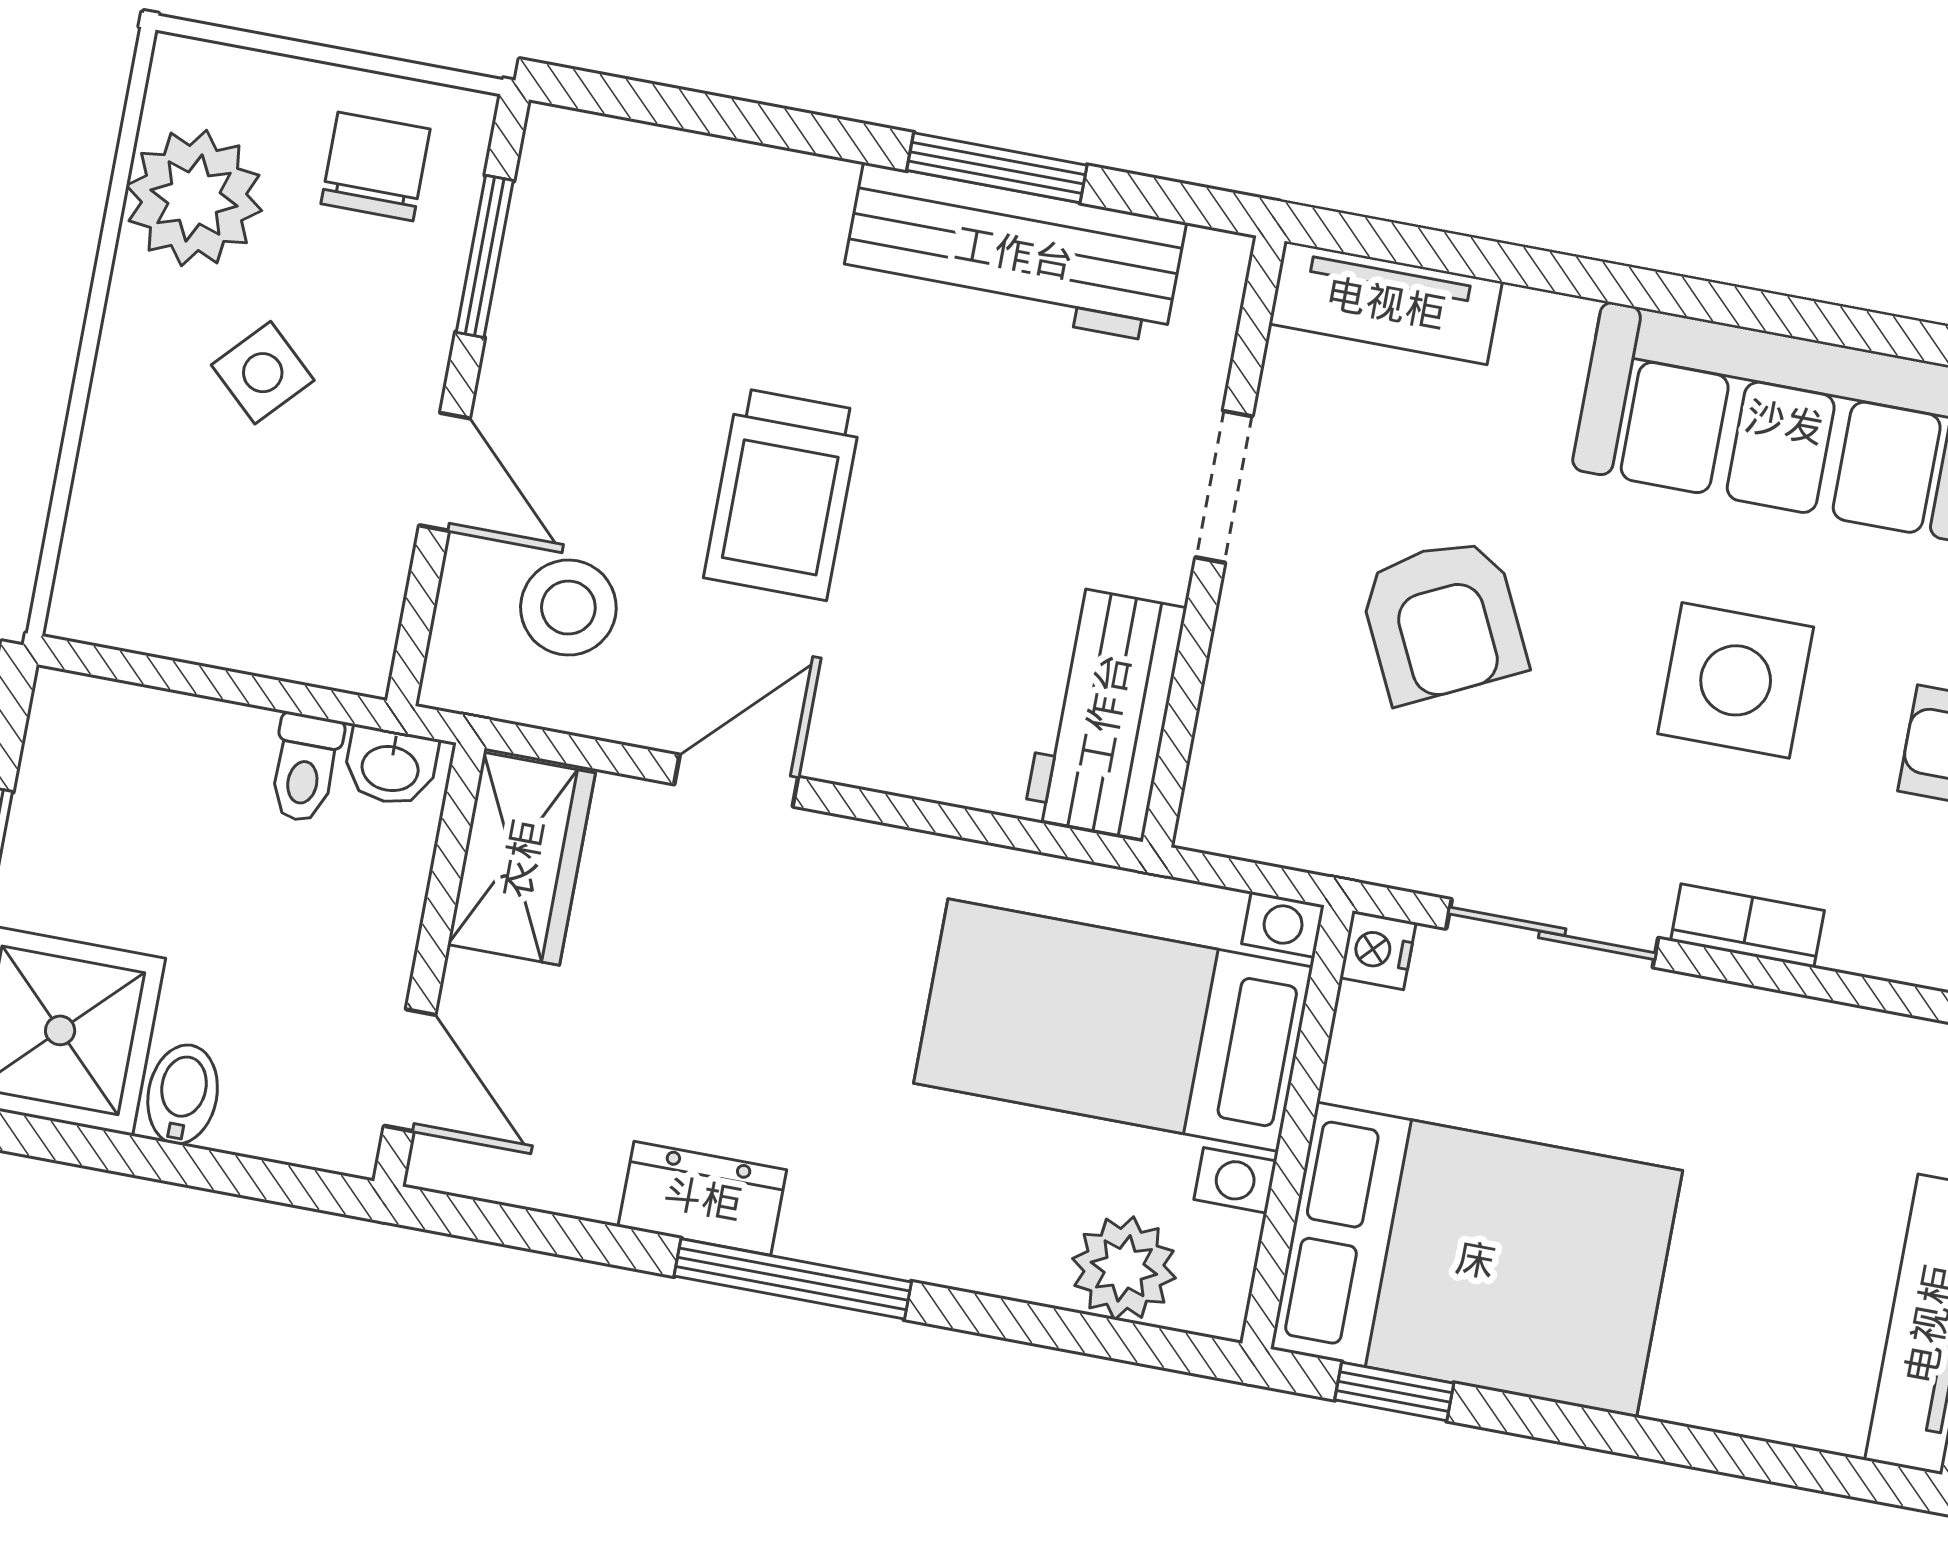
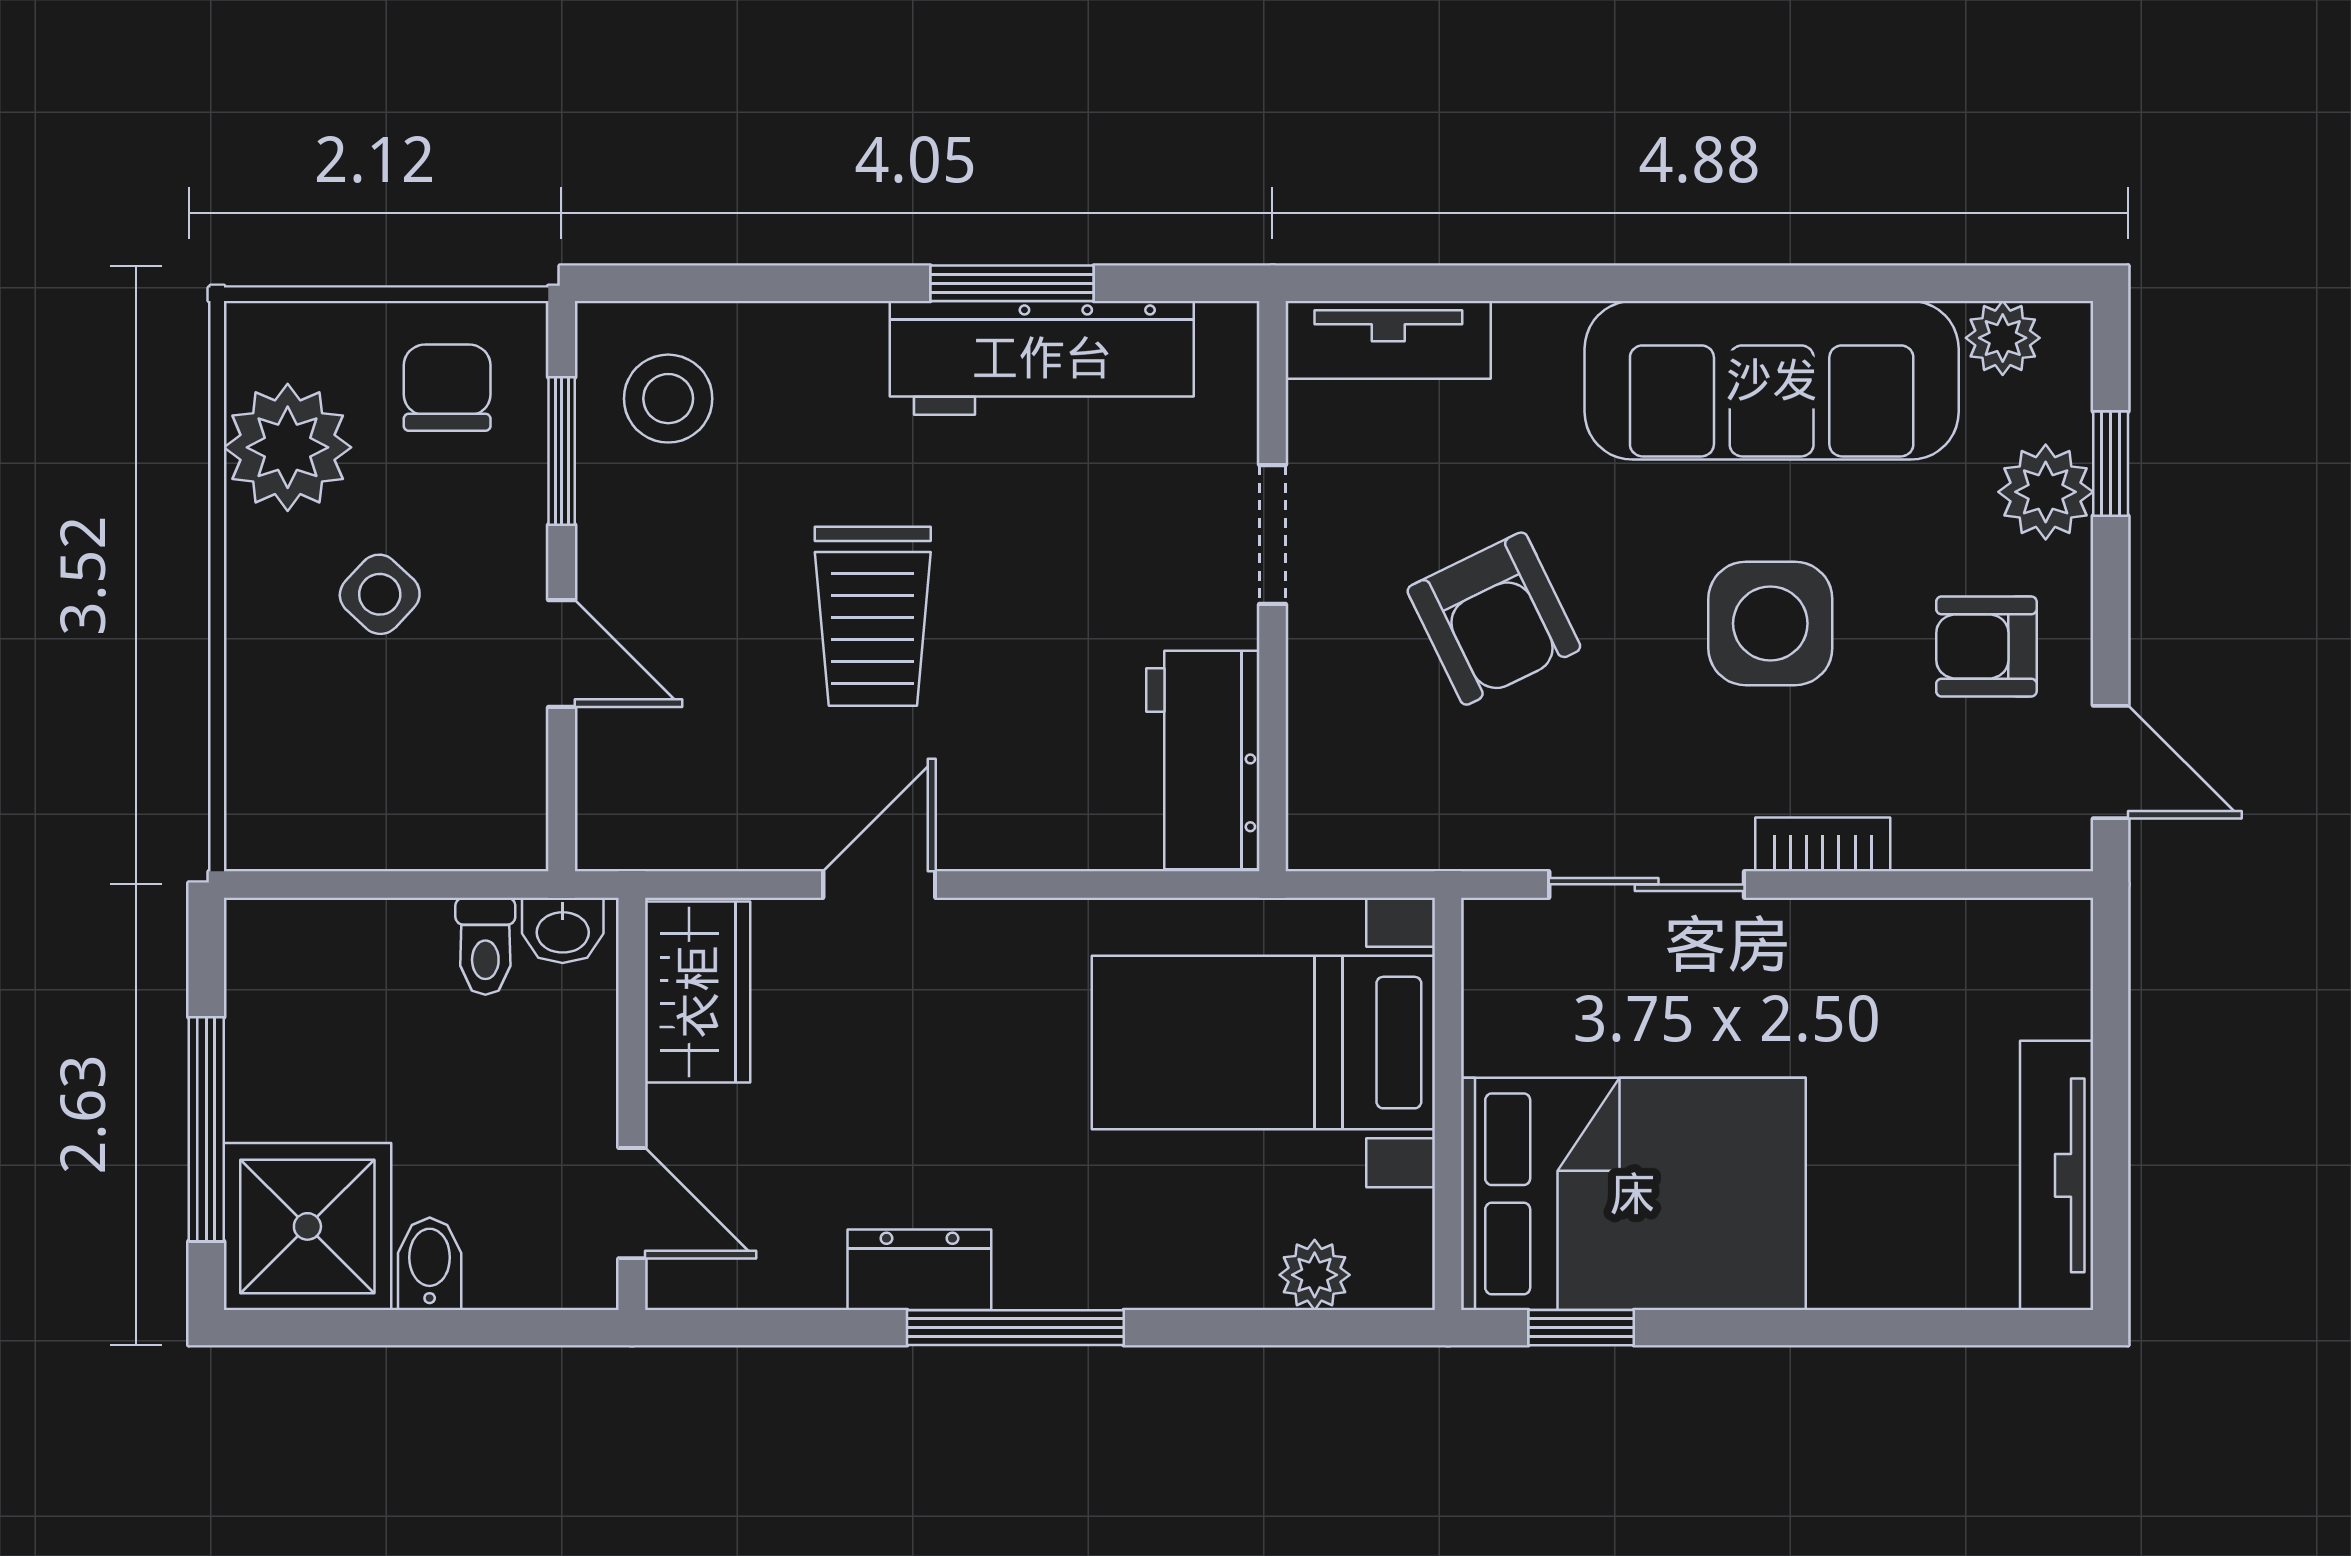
stool: (568, 608) -> (668, 399), moved
nightstand: (1378, 950) -> (1491, 929), removed
plant: (1124, 1268) -> (1315, 1275), width x0.73, depth x0.73

